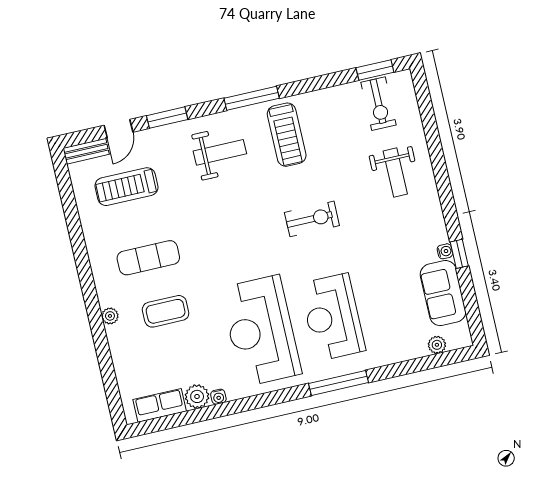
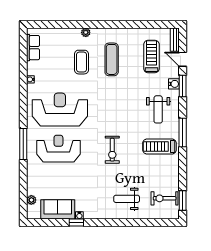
water cooler: (167, 134) -> (174, 84), added
plant: (197, 396) -> (33, 68), removed

